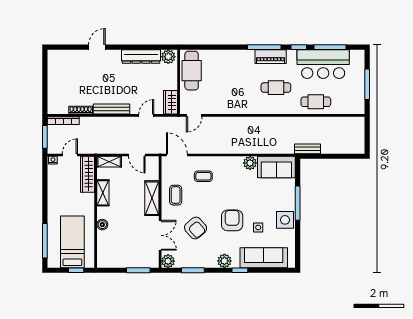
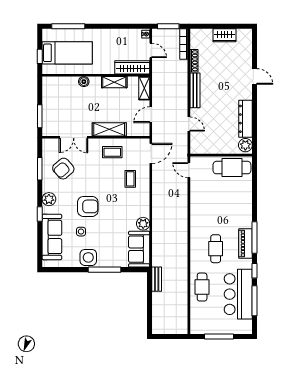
wardrobe: (171, 102) -> (224, 35), moved, turned 180
armchair: (196, 228) -> (63, 169), moved
plant: (168, 261) -> (49, 145), removed

